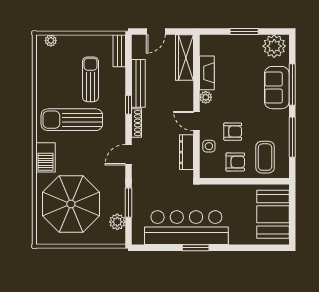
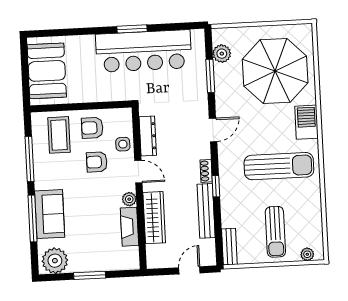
wardrobe: (184, 58) -> (154, 218), moved
sun lounger: (90, 79) -> (275, 232), moved
shoe rack: (136, 123) -> (206, 171), width x0.70

